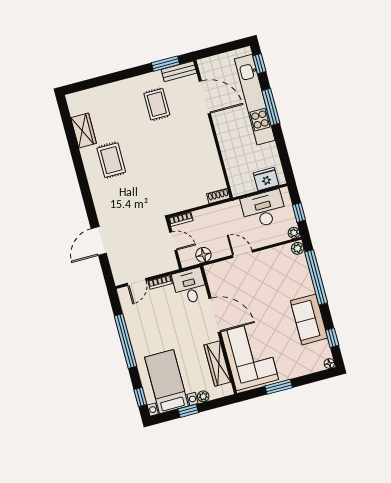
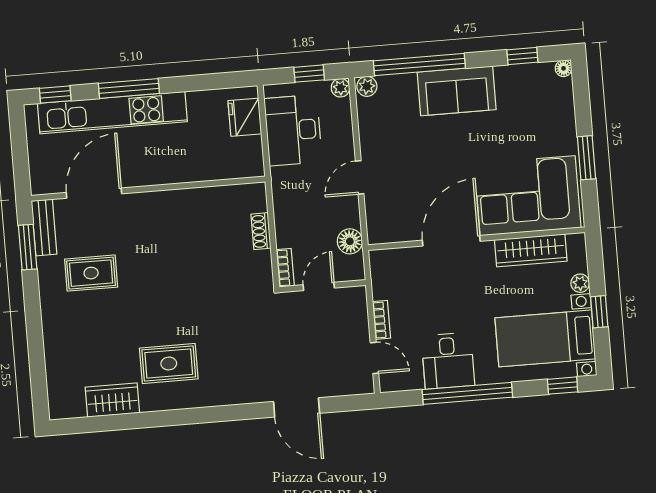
shoe rack: (218, 196) -> (261, 231), moved
desk: (190, 286) -> (448, 361), moved, turned -90
sofa: (309, 319) -> (457, 91), moved

